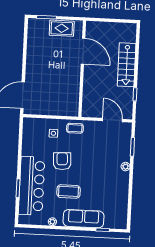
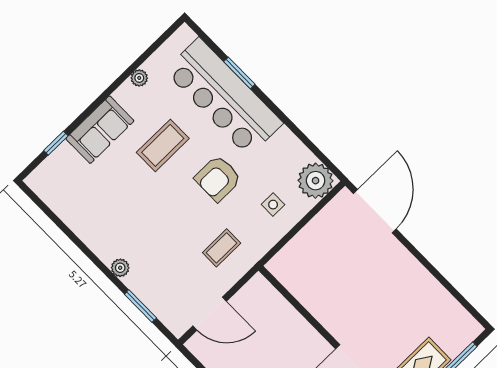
plant: (31, 126) -> (316, 181), added
coffee table: (75, 128) -> (222, 248), moved
armchair: (62, 161) -> (218, 178), turned 93
sofa: (84, 219) -> (100, 130), width x0.73

